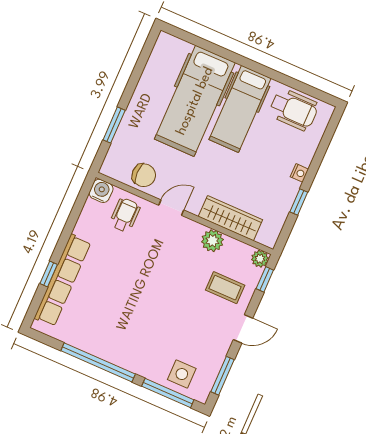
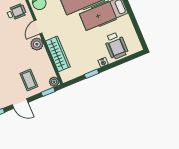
wheelchair: (294, 109) -> (116, 46), moved
door: (171, 208) -> (38, 27), swing flipped
plant: (212, 241) -> (37, 44), moved

